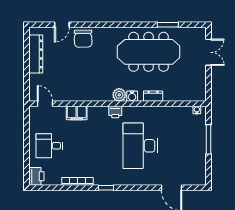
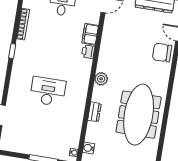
window: (168, 25) -> (162, 138), removed
water cooler: (132, 96) -> (88, 148), moved
printer: (115, 112) -> (88, 52), moved
desk: (140, 146) -> (48, 91), width x0.73, depth x0.77

